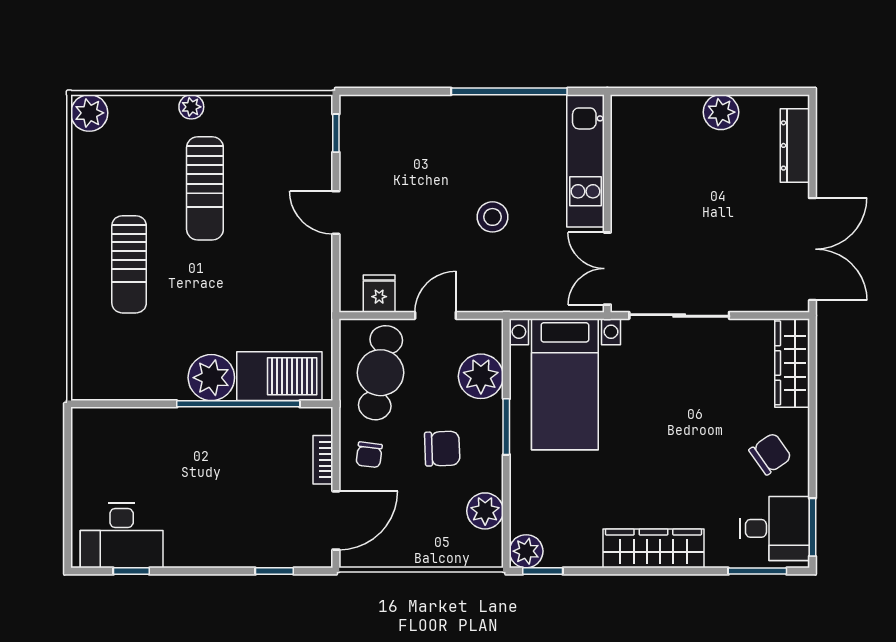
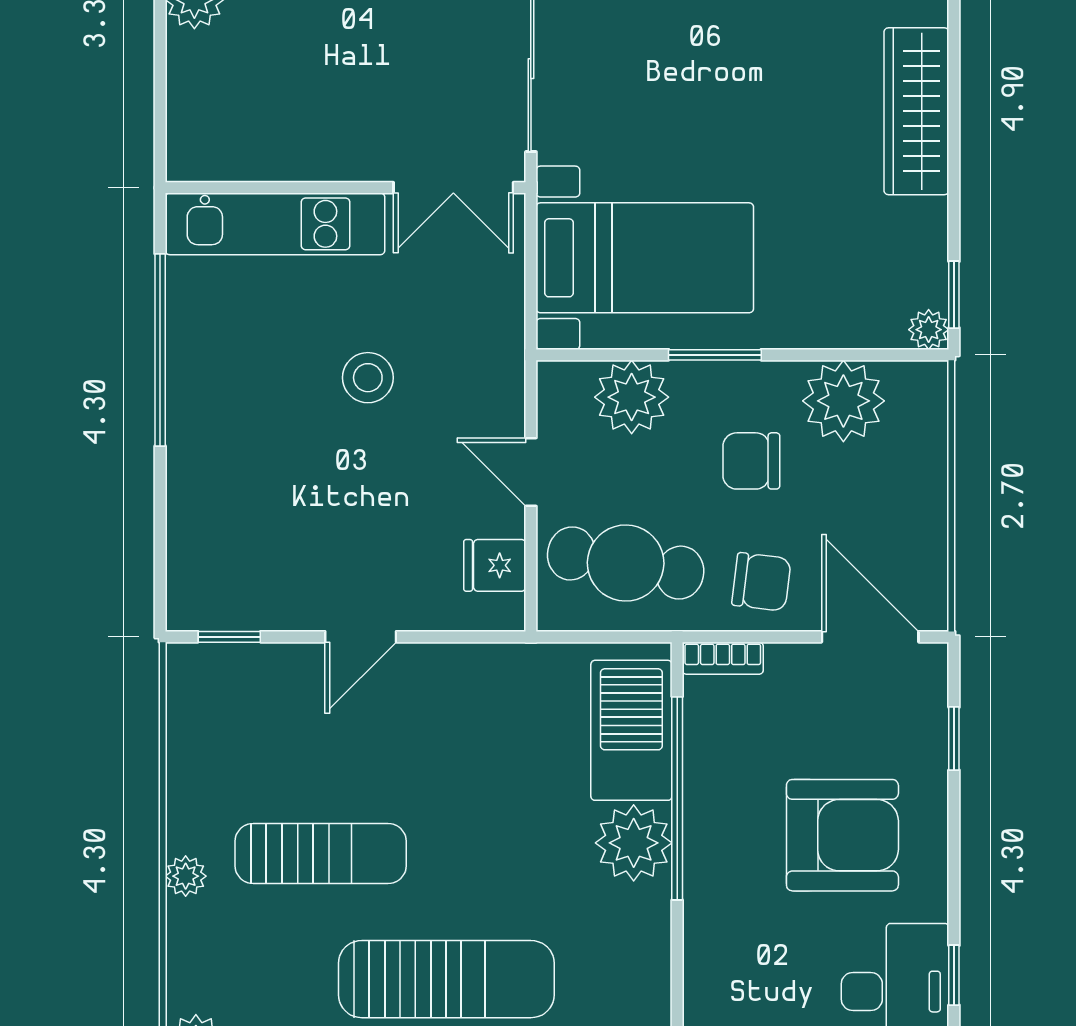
sun lounger: (129, 264) -> (446, 979), width x1.36, depth x1.34
chair: (442, 449) -> (751, 461), turned -88
chair: (369, 455) -> (761, 582), width x1.37, depth x1.37
bookcase: (323, 460) -> (723, 658), moved
armchair: (216, 504) -> (842, 835), added
plant: (485, 511) -> (843, 401), width x1.36, depth x1.36
plant: (526, 551) -> (929, 330), width x0.73, depth x0.73

